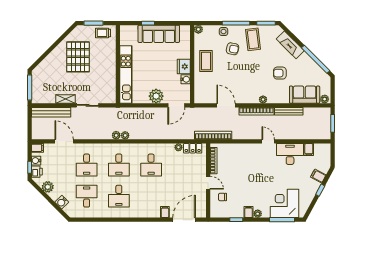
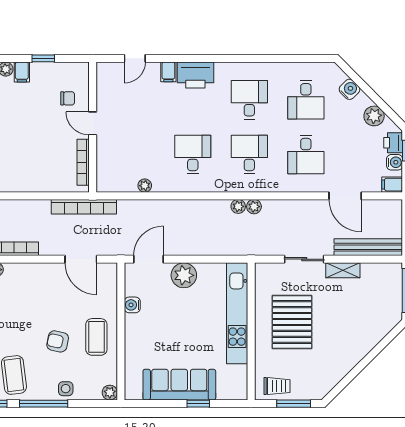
armchair: (232, 49) -> (58, 341), moved
pallet: (78, 57) -> (292, 322), moved
fridge: (184, 66) -> (136, 327), removed
door: (226, 105) -> (81, 259), moved
locker: (193, 148) -> (120, 184), removed
desk: (87, 165) -> (306, 154), turned 180
printer: (150, 210) -> (195, 75), added
door: (184, 220) -> (135, 58), width x0.53

